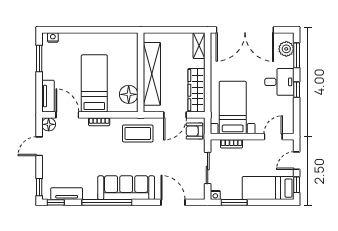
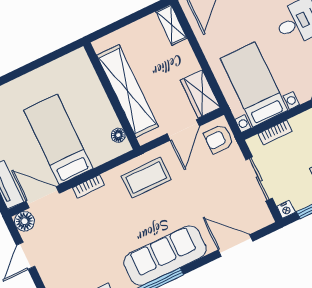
wardrobe: (196, 90) -> (200, 94), width x0.67
floor lamp: (129, 94) -> (118, 135), width x0.53, depth x0.53

